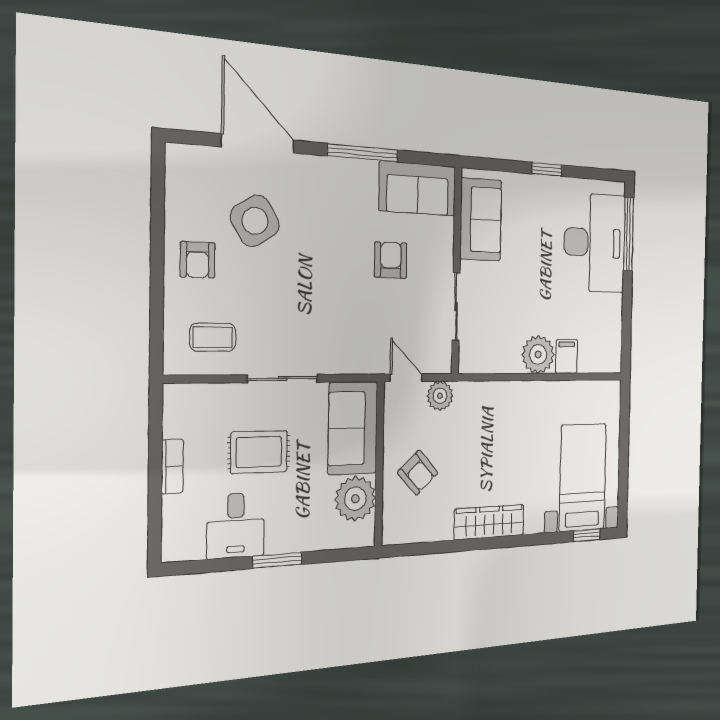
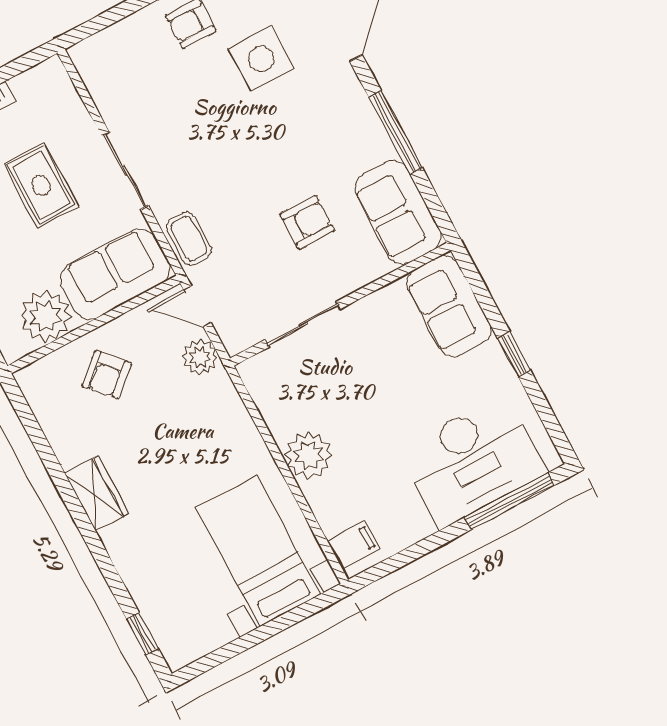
sofa: (481, 219) -> (449, 306), moved, turned 90
side table: (255, 221) -> (261, 59), turned 32
coffee table: (213, 337) -> (189, 239), moved
filing cabinet: (567, 356) -> (354, 545), moved
door: (406, 378) -> (197, 306), swing flipped
bed with nightstands: (583, 477) -> (259, 551), moved, turned -90
wardrobe: (489, 522) -> (97, 493), width x0.67

